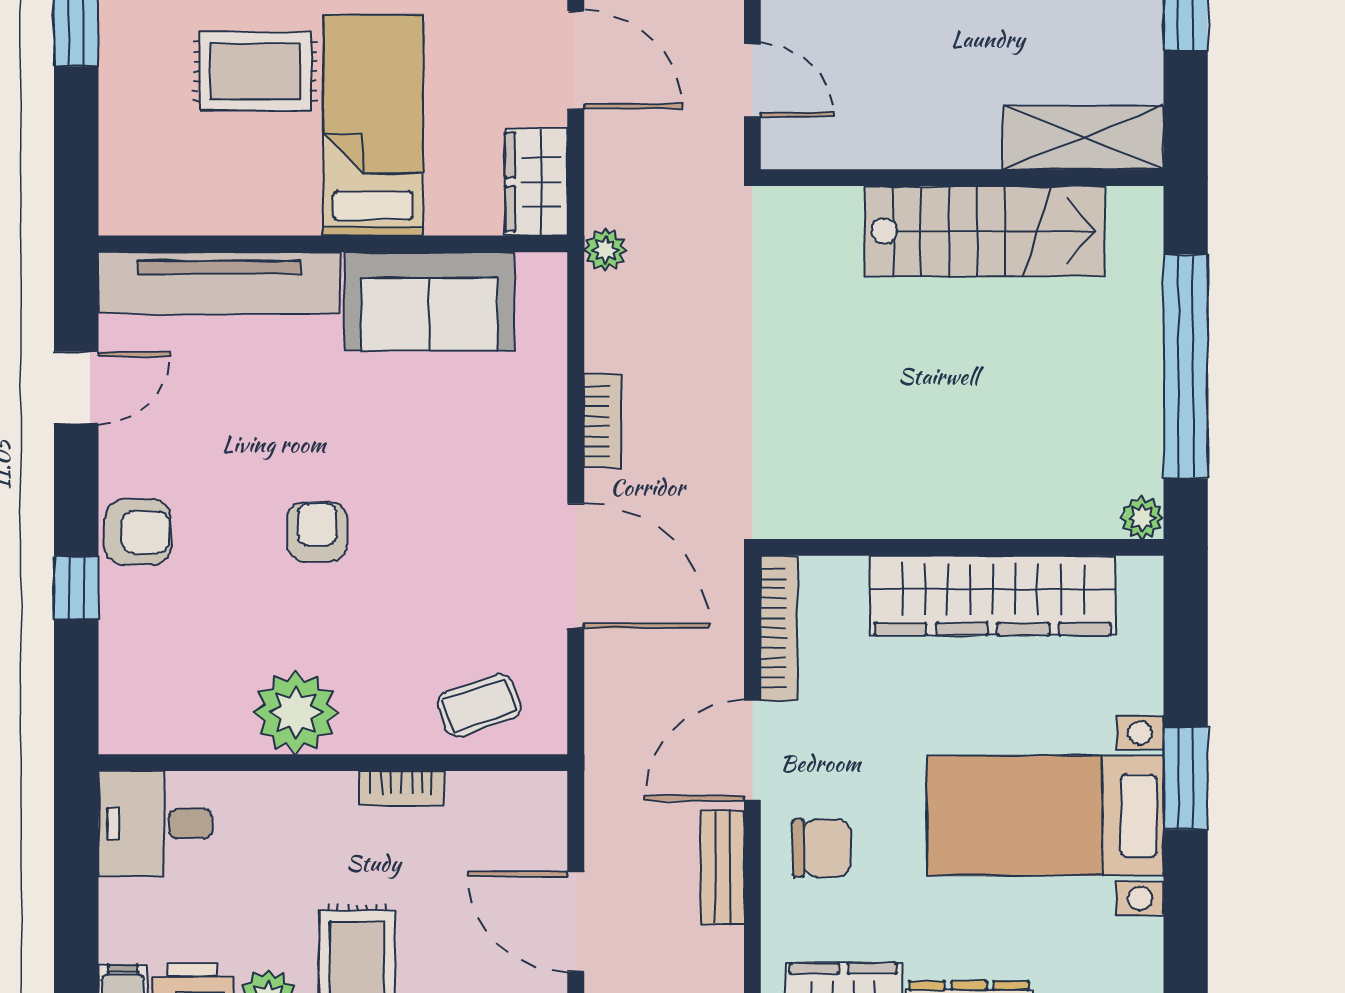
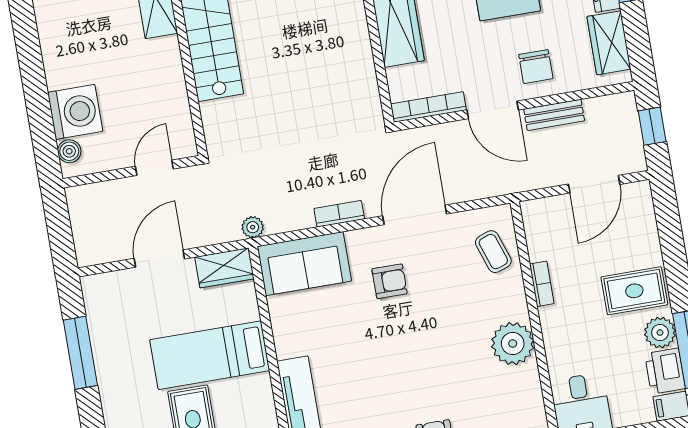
sofa: (429, 301) -> (304, 264), moved, turned 90
armchair: (317, 532) -> (390, 281), moved, turned 180
chair: (822, 848) -> (536, 67), turned 180

